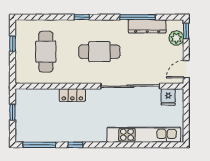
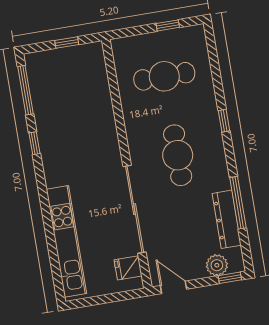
locker: (72, 95) -> (107, 126), removed

